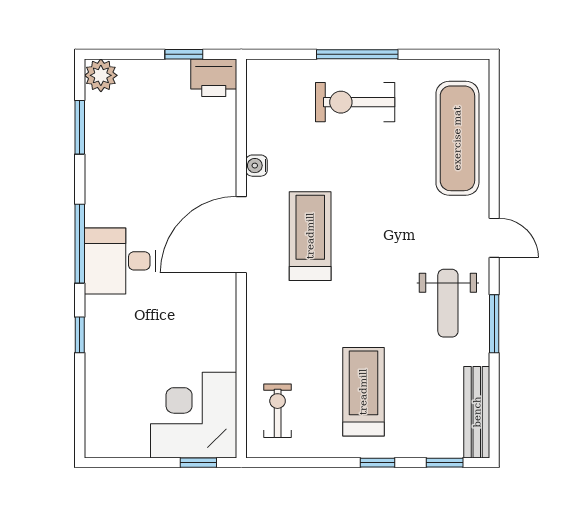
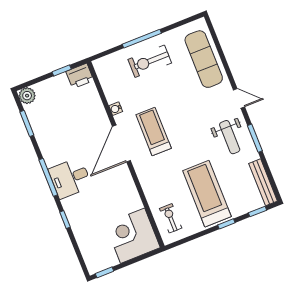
treadmill: (363, 392) -> (207, 194), width x1.37, depth x1.38
window: (198, 463) -> (105, 272), moved

